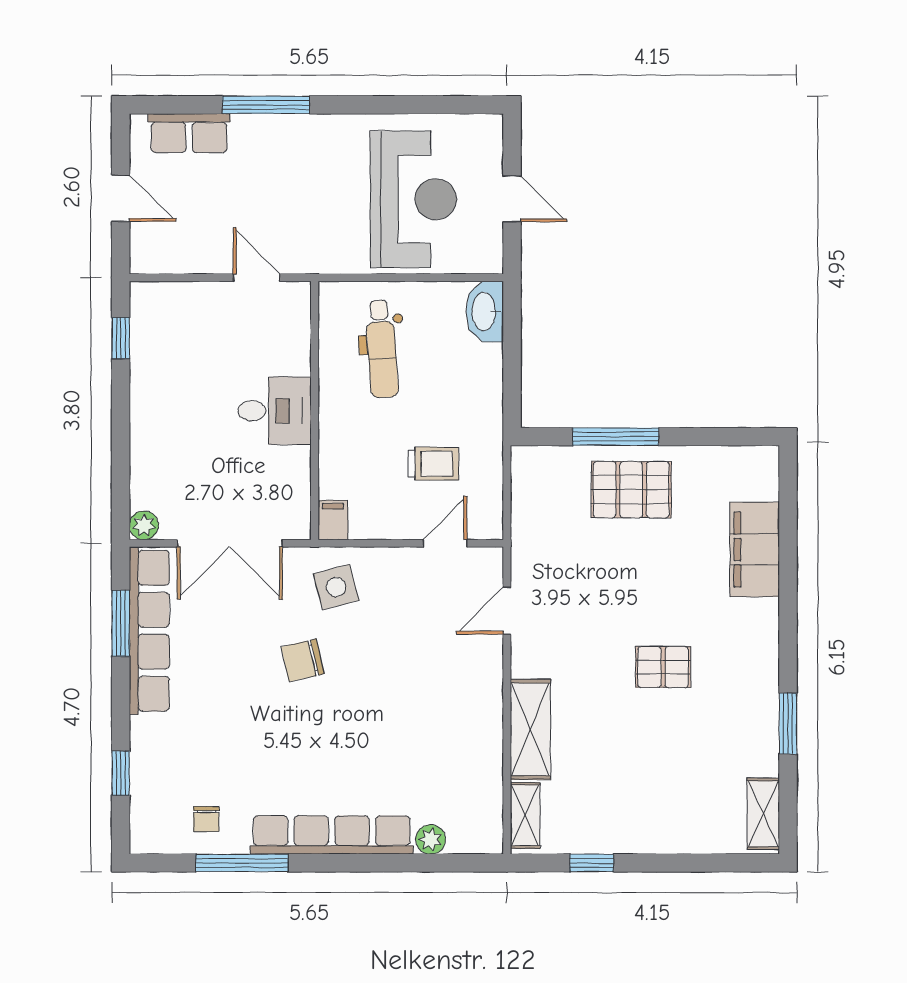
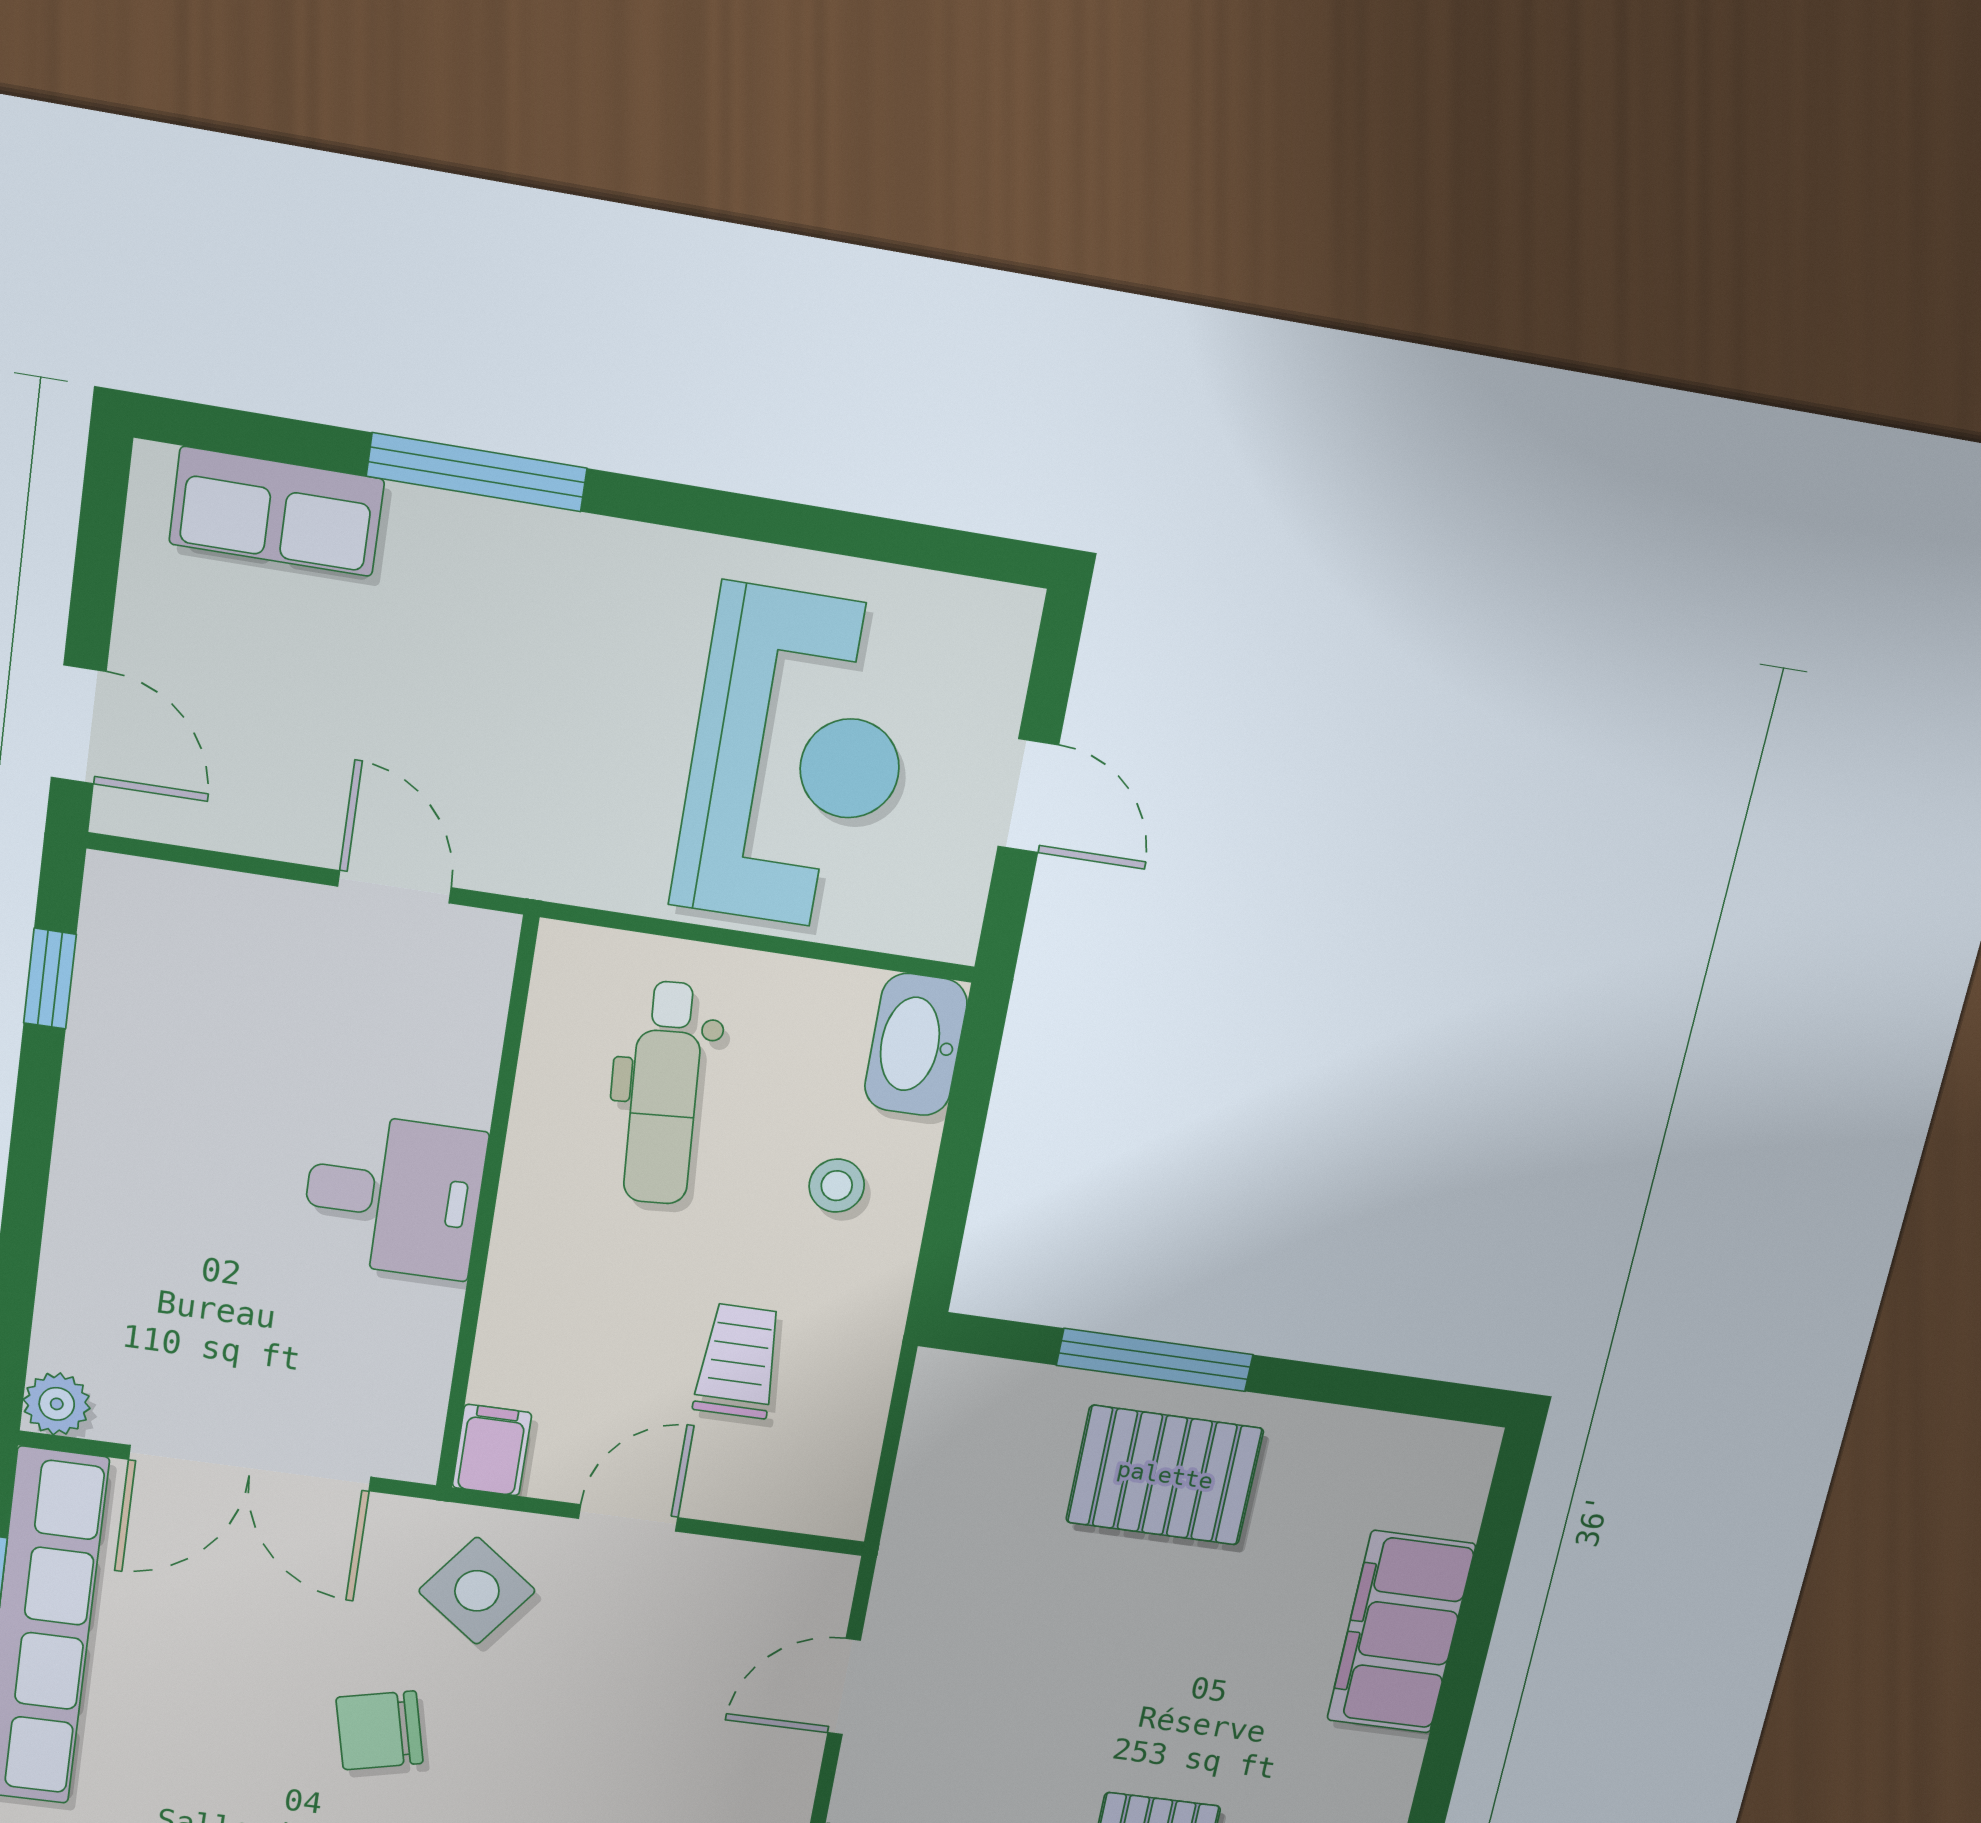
door: (121, 198) -> (79, 725), moved
stool: (462, 378) -> (837, 1186), added
trolley: (433, 464) -> (738, 1361), turned -90
door: (445, 543) -> (628, 1518), moved
side table: (336, 587) -> (477, 1591), turned -38

